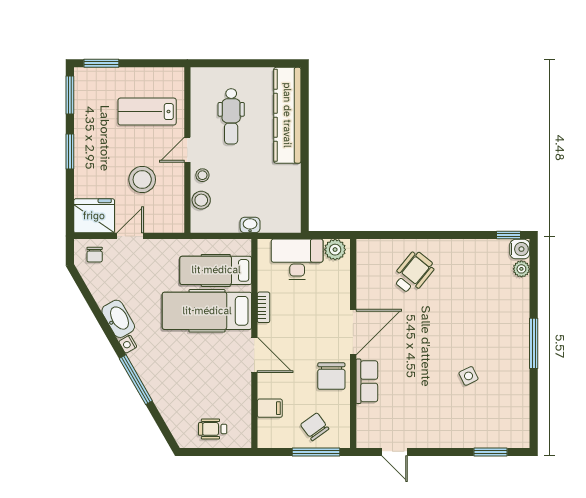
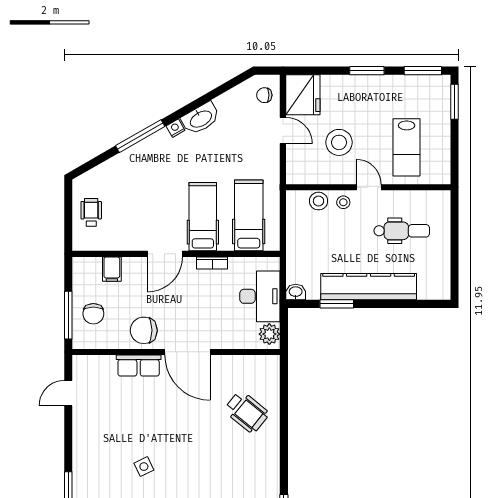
lab bench: (147, 112) -> (407, 147), turned 180
kitchen counter: (287, 115) -> (369, 287), moved
dental chair: (231, 116) -> (402, 231), turned 180
window: (305, 182) -> (337, 304), added
washbasin: (250, 225) -> (296, 292), moved, turned -90
hospital bed: (207, 311) -> (203, 217), width x0.73, depth x0.78
chair: (315, 427) -> (93, 314), turned 126

